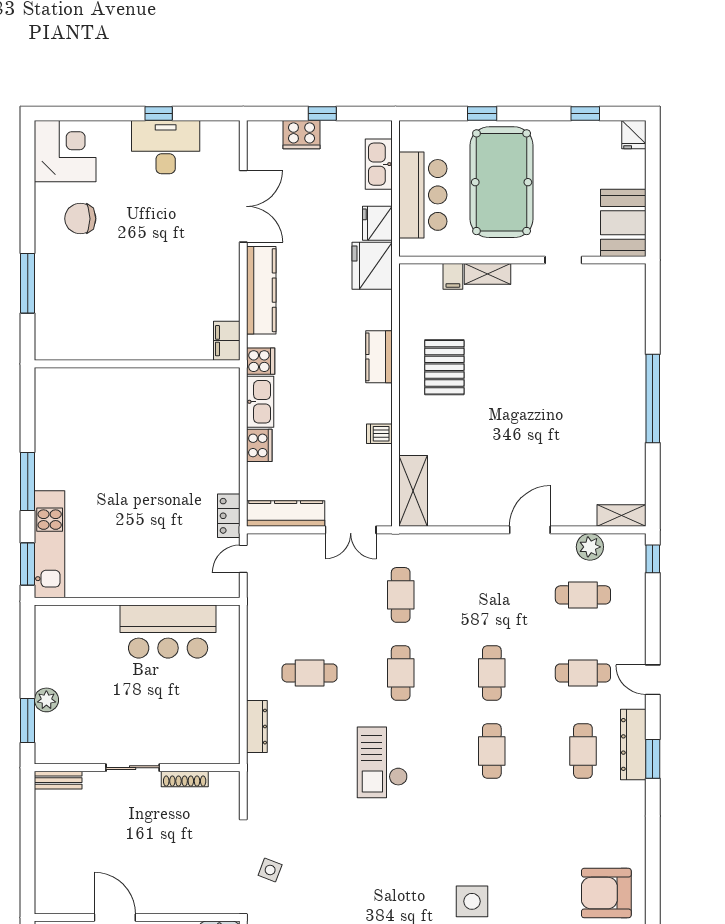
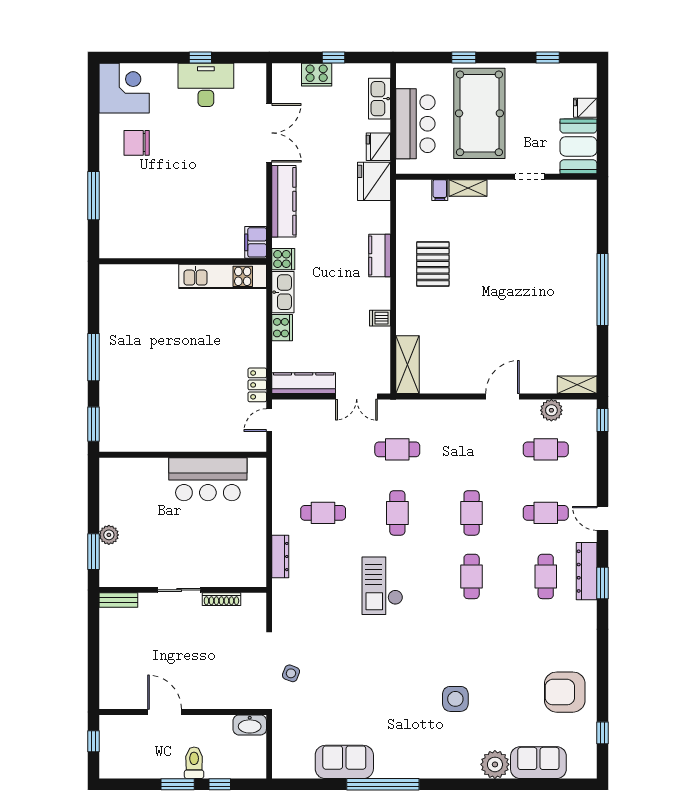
fridge: (634, 135) -> (585, 108), moved, turned 90
kitchen unit: (50, 544) -> (223, 276), moved, turned 90
cafe table: (401, 595) -> (397, 449), turned 90

